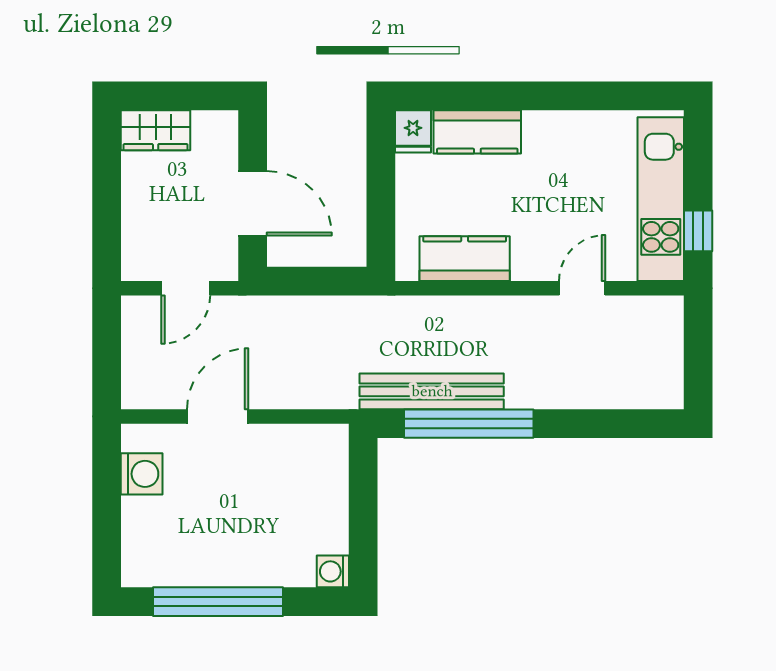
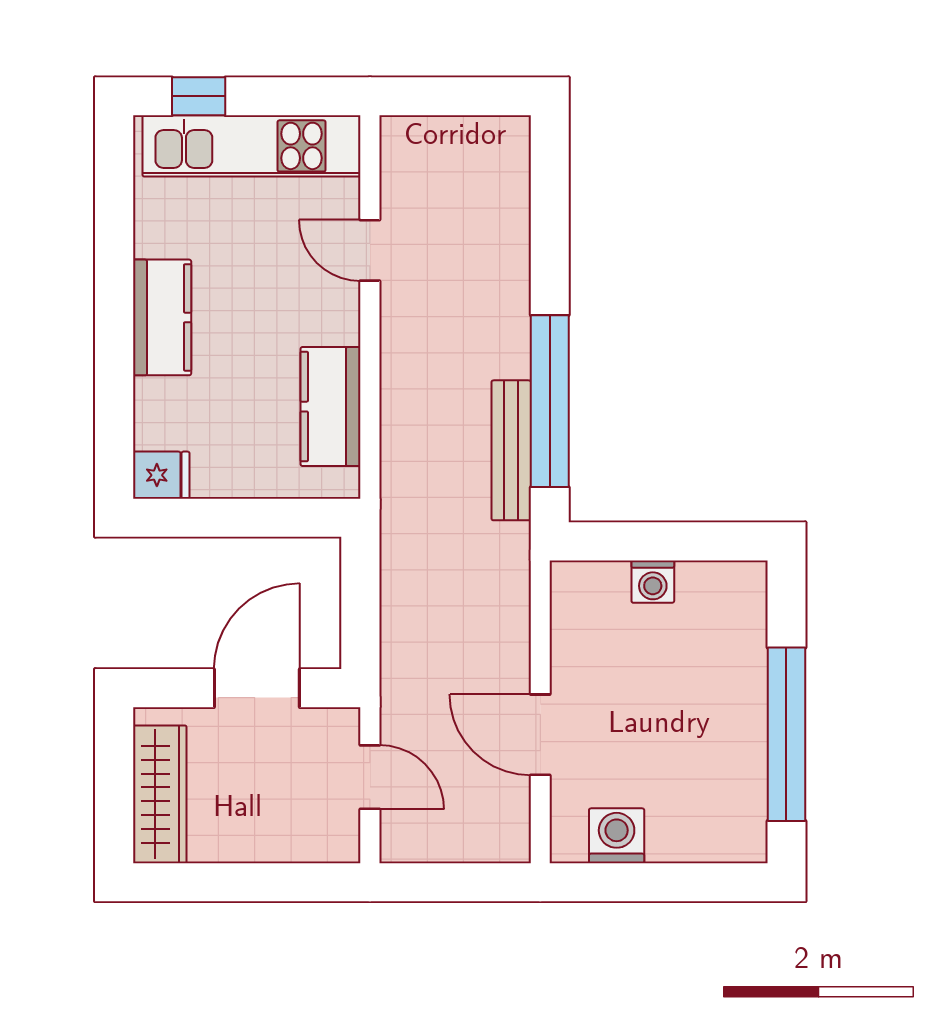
wardrobe: (156, 130) -> (160, 794), width x1.50
kitchen counter: (477, 132) -> (162, 317), moved
window: (698, 231) -> (199, 96), moved
bench: (432, 391) -> (511, 450), width x0.73, depth x0.82
washing machine: (333, 571) -> (653, 582), moved

